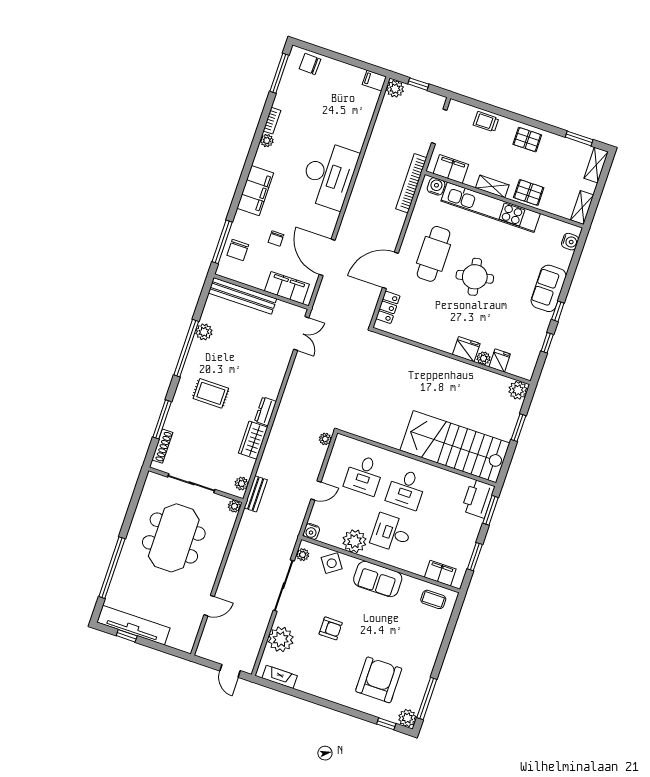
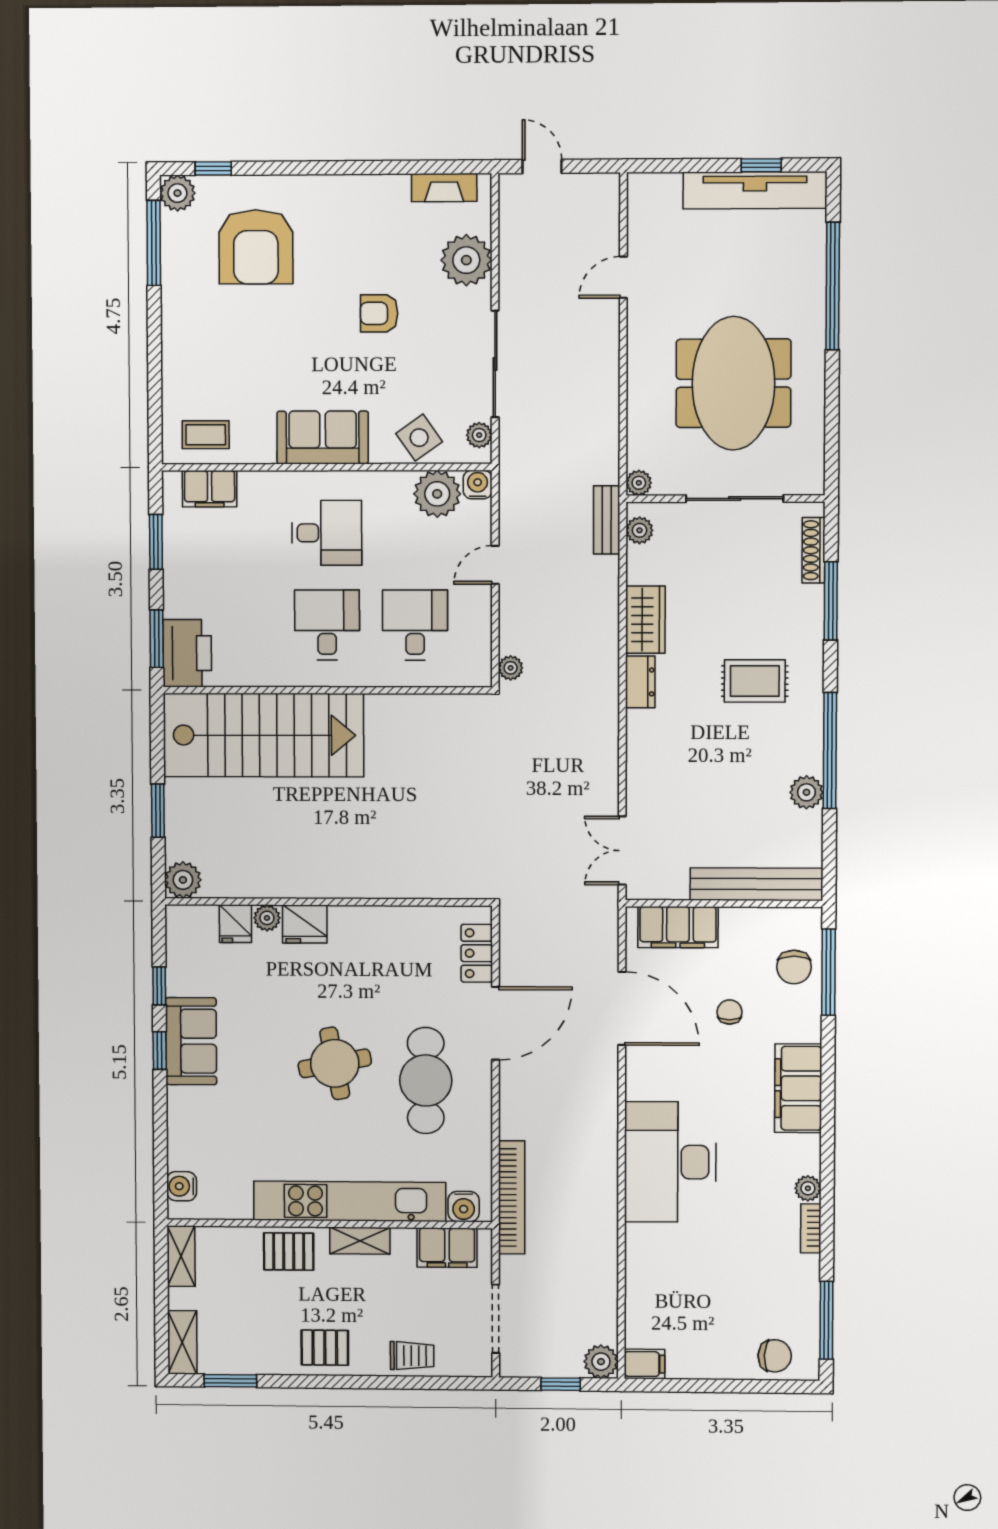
chair: (238, 250) -> (794, 967), turned 180
sofa: (549, 288) -> (191, 1041), moved
plant: (354, 541) -> (437, 494), moved

